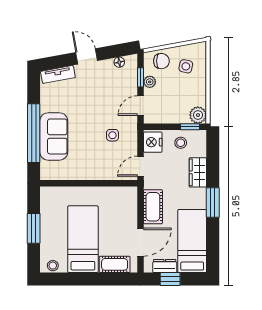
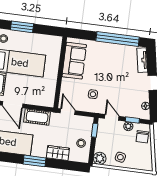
side table: (186, 66) -> (120, 157), moved
window: (190, 127) -> (95, 130), moved
window: (34, 133) -> (118, 39), moved
sofa: (54, 136) -> (74, 61), moved, turned -90
nightstand: (153, 142) -> (84, 123), removed
window: (34, 228) -> (22, 27), moved

